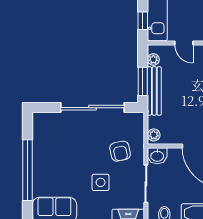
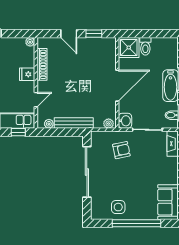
window: (143, 81) -> (66, 132), removed
side table: (101, 182) -> (118, 207), moved

